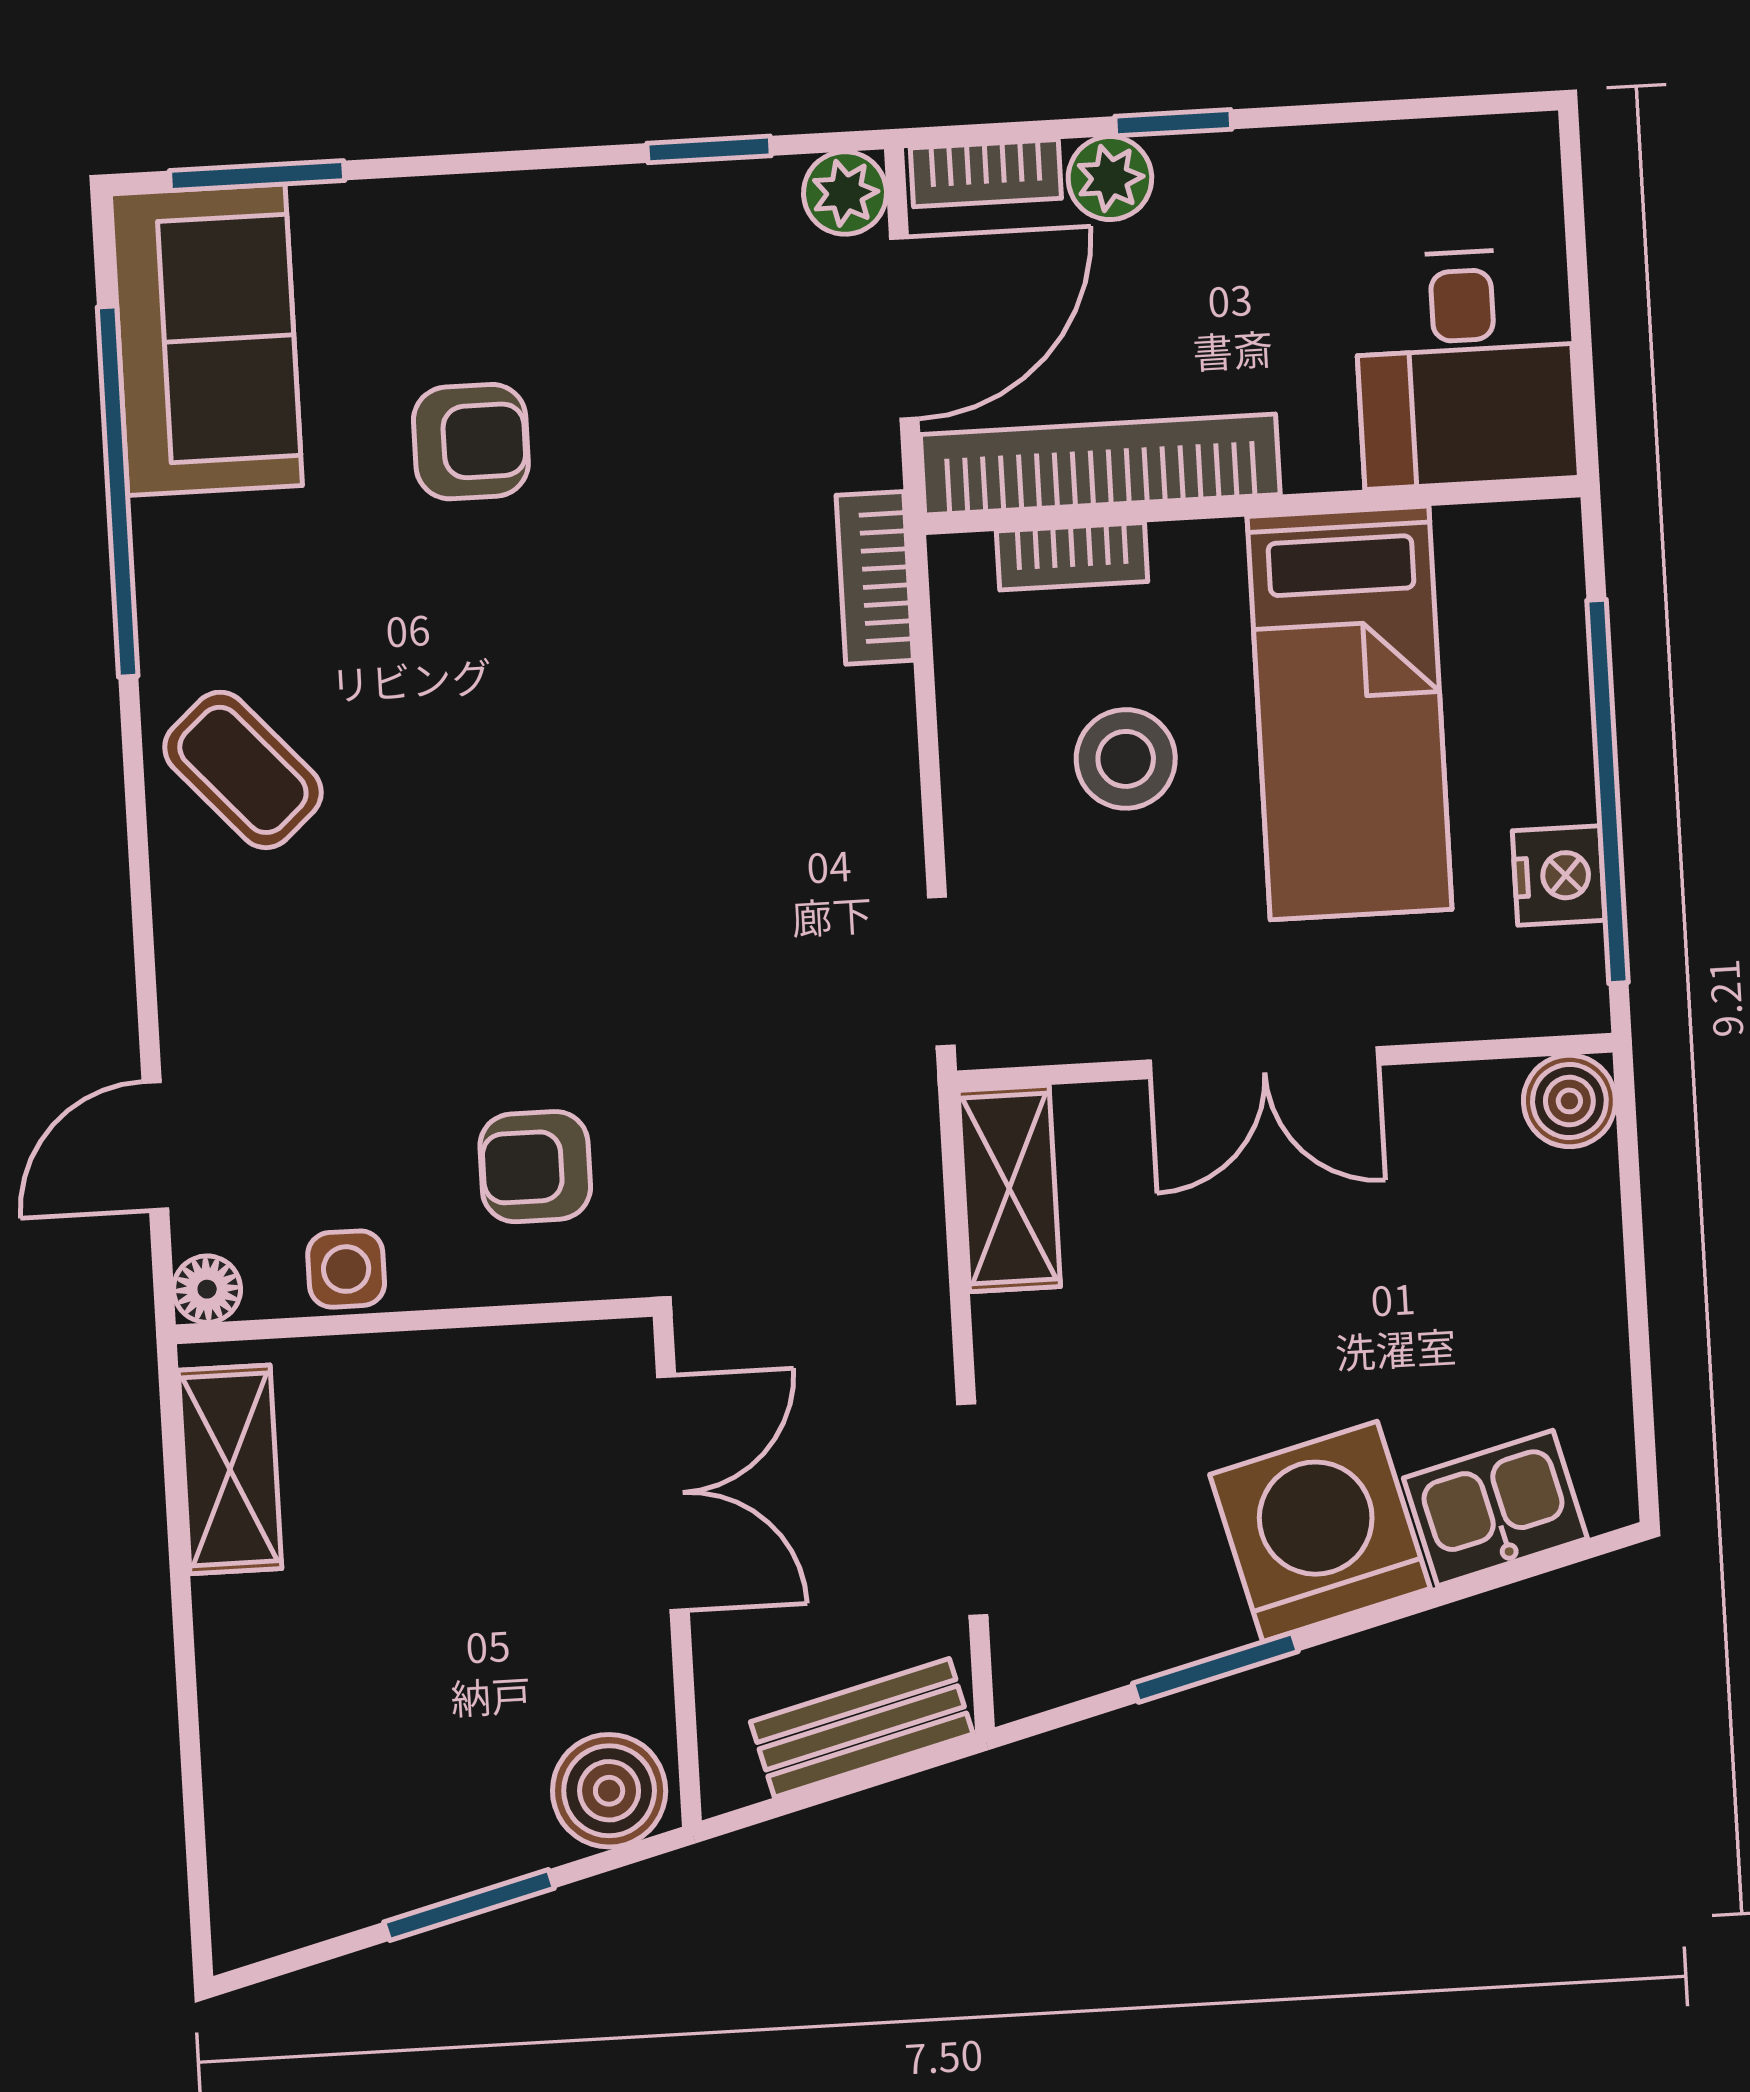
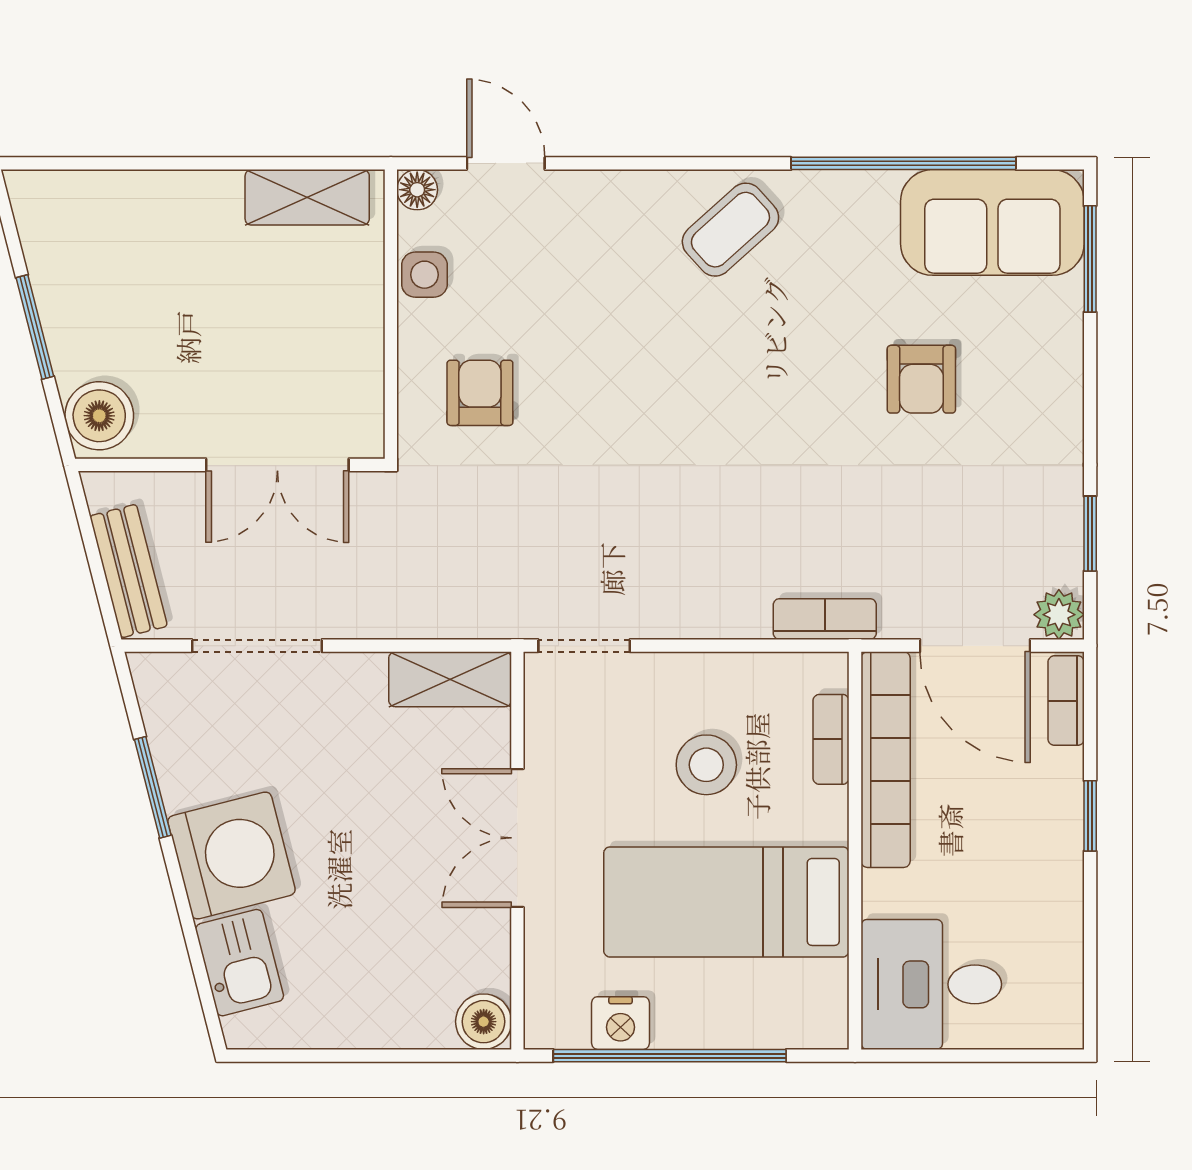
plant: (1110, 178) -> (1059, 776), removed

